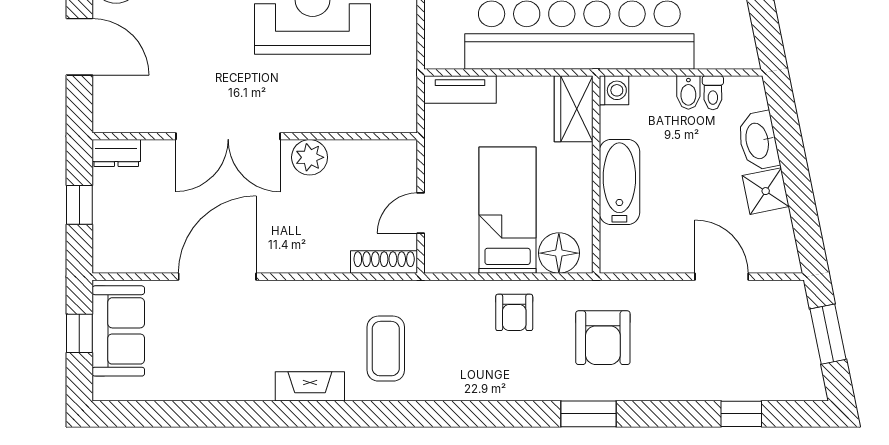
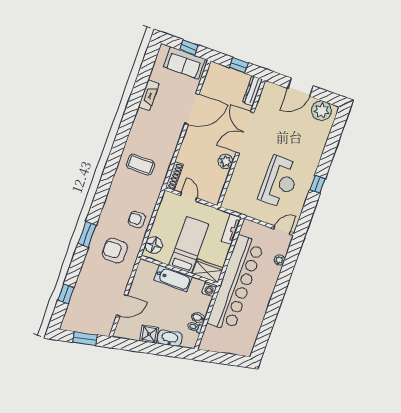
dresser: (116, 153) -> (253, 91), width x1.44
bed: (508, 210) -> (189, 245), moved, turned -90
door: (217, 277) -> (192, 109), hinge flipped
fireplace: (310, 386) -> (149, 95), moved

